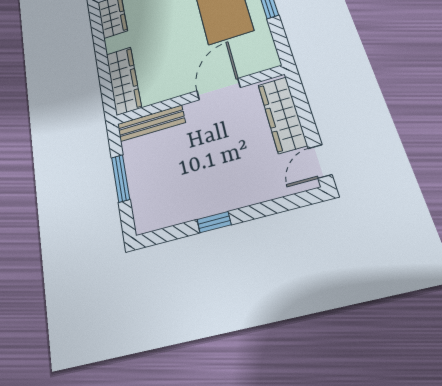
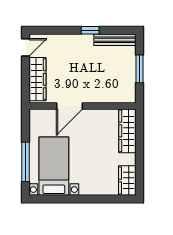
bench: (151, 123) -> (115, 40), moved

